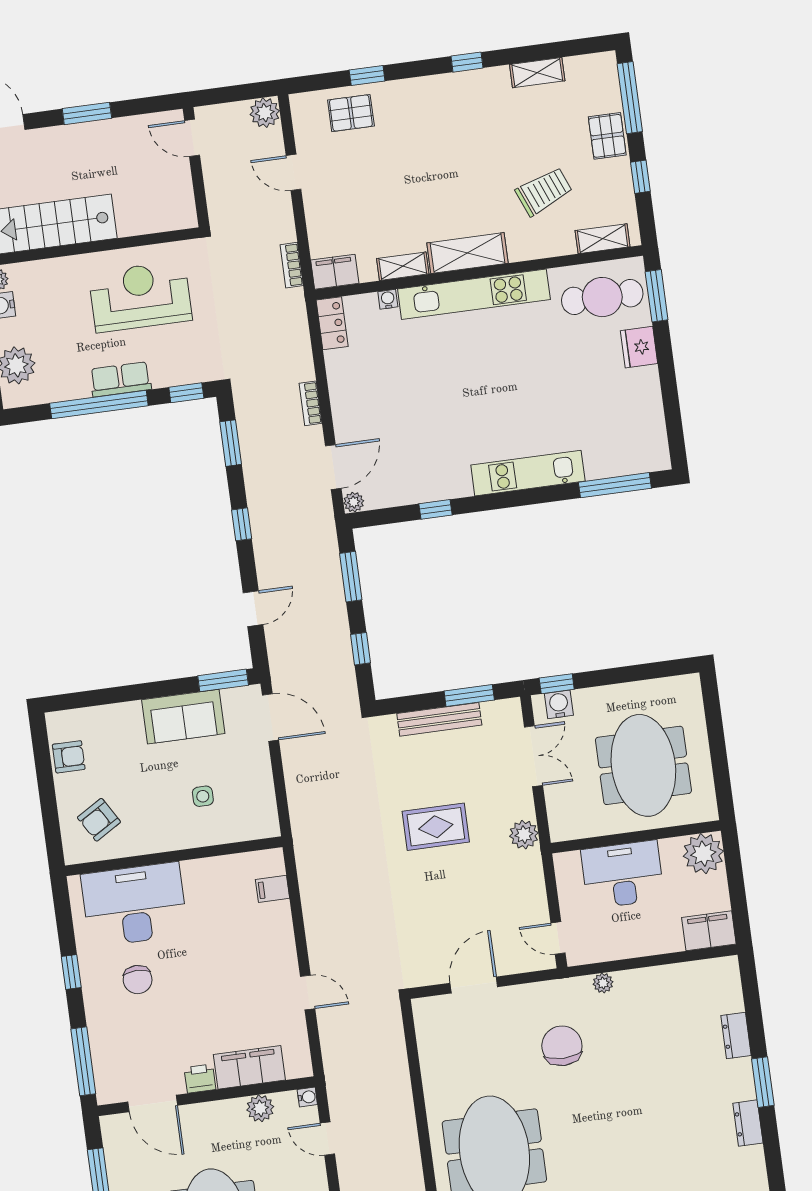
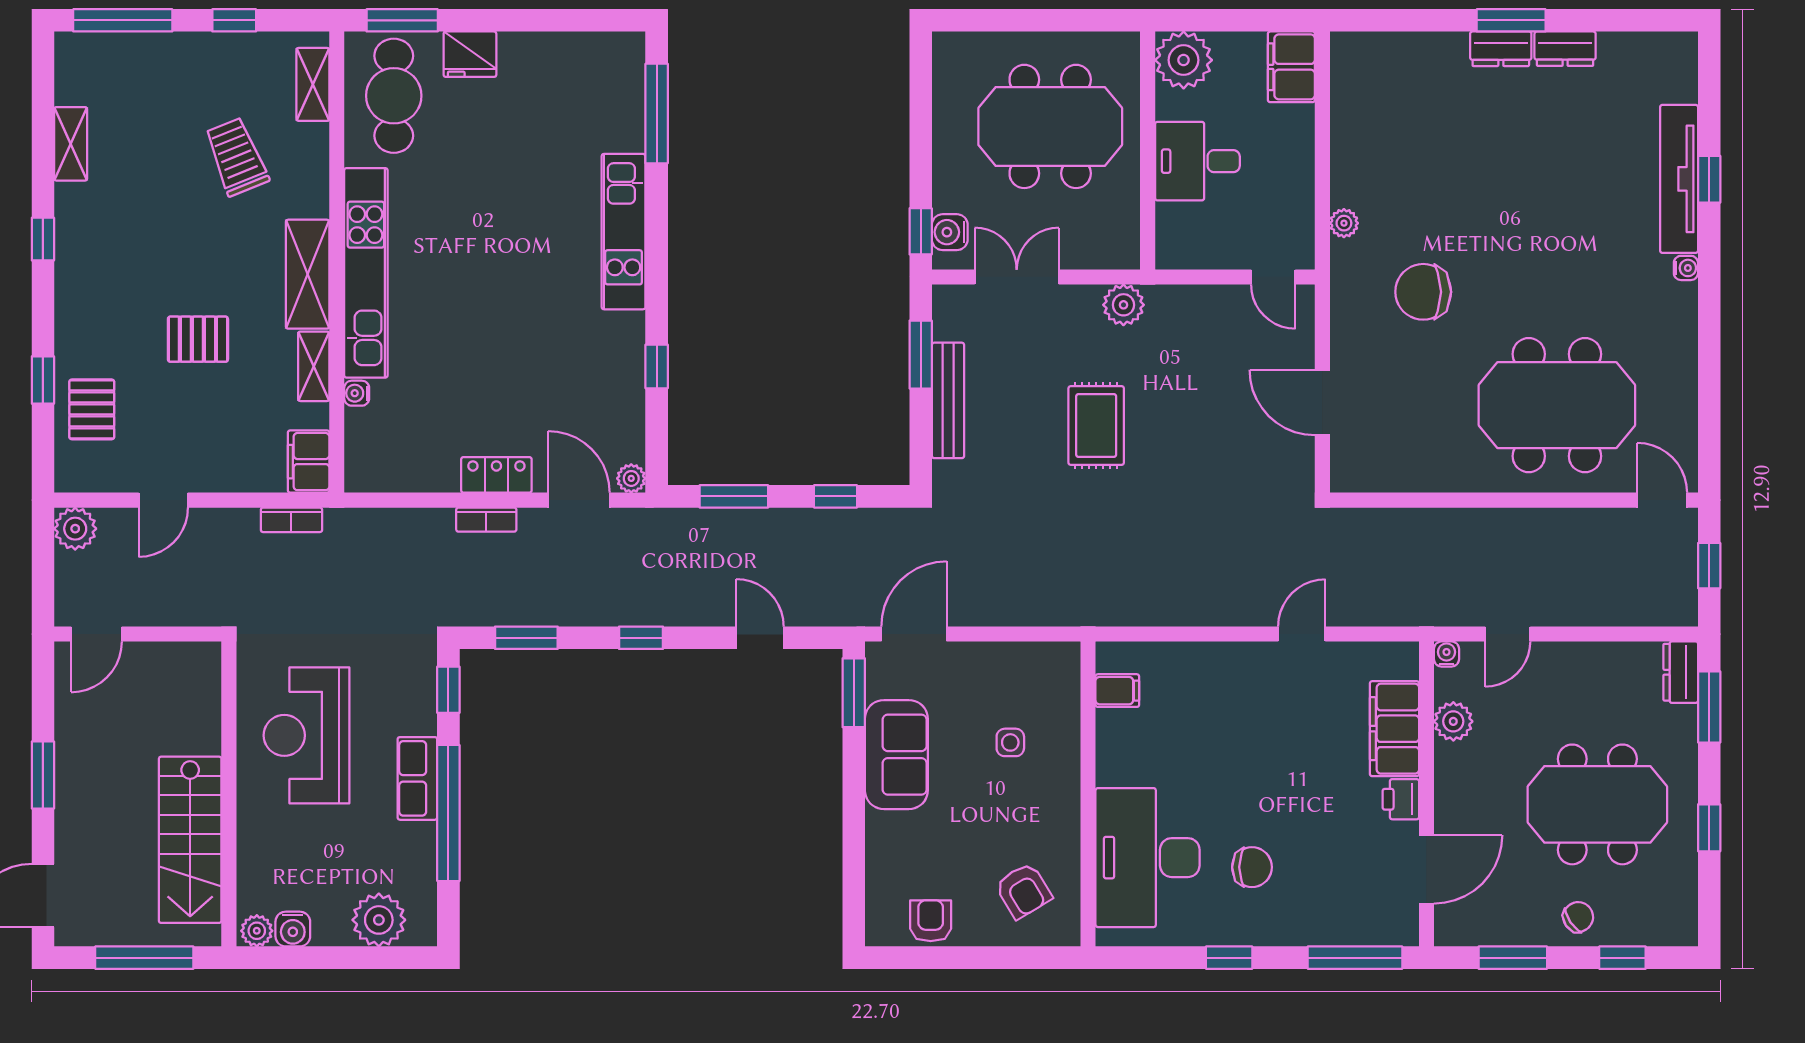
pallet: (607, 136) -> (198, 339), moved
locker: (332, 323) -> (496, 475), moved
desk: (623, 875) -> (1197, 161), width x0.73
filing cabinet: (272, 889) -> (1117, 691), moved, turned -90
door: (558, 938) -> (1273, 277), hinge flipped
dresser: (736, 1035) -> (1501, 49), moved

